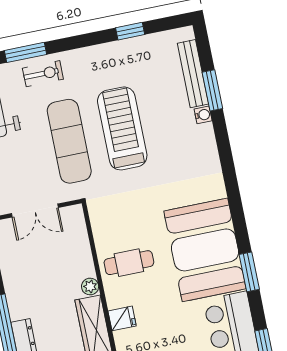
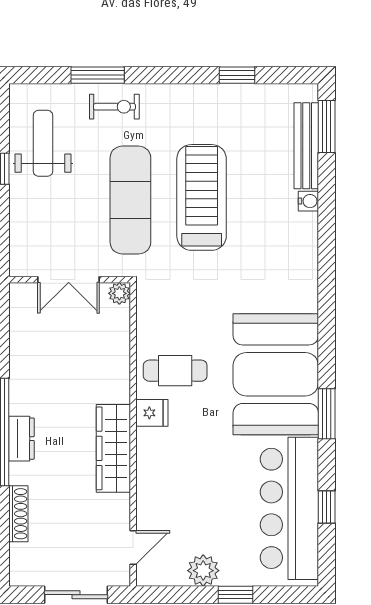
window: (212, 90) -> (327, 127), moved
plant: (90, 287) -> (119, 293), moved
fridge: (122, 318) -> (152, 413), moved

